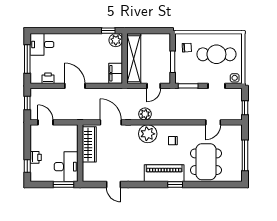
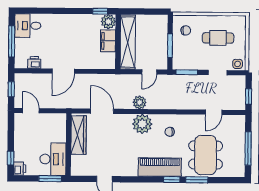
cafe table: (216, 54) -> (218, 38), width x0.73, depth x0.74
filing cabinet: (116, 73) -> (108, 41), moved
door: (75, 86) -> (63, 71), swing flipped
printer: (36, 157) -> (20, 169), moved
window: (198, 185) -> (197, 180), added

